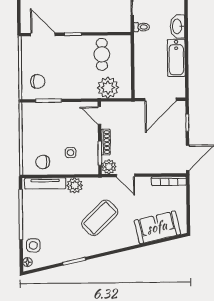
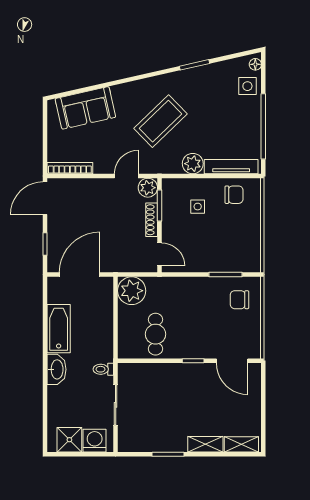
plant: (108, 88) -> (132, 291), moved
door: (125, 175) -> (126, 176), hinge flipped

